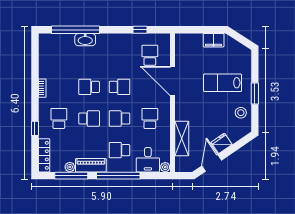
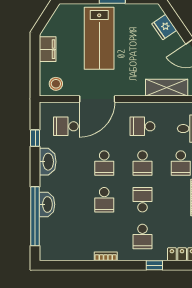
washbasin: (121, 40) -> (48, 162), added
lab bench: (222, 83) -> (99, 38), width x1.36, depth x1.39
school desk: (119, 87) -> (104, 163), turned 180
stool: (241, 113) -> (56, 84), moved
school desk: (59, 119) -> (142, 236), turned -90
fridge: (222, 143) -> (164, 27), moved

